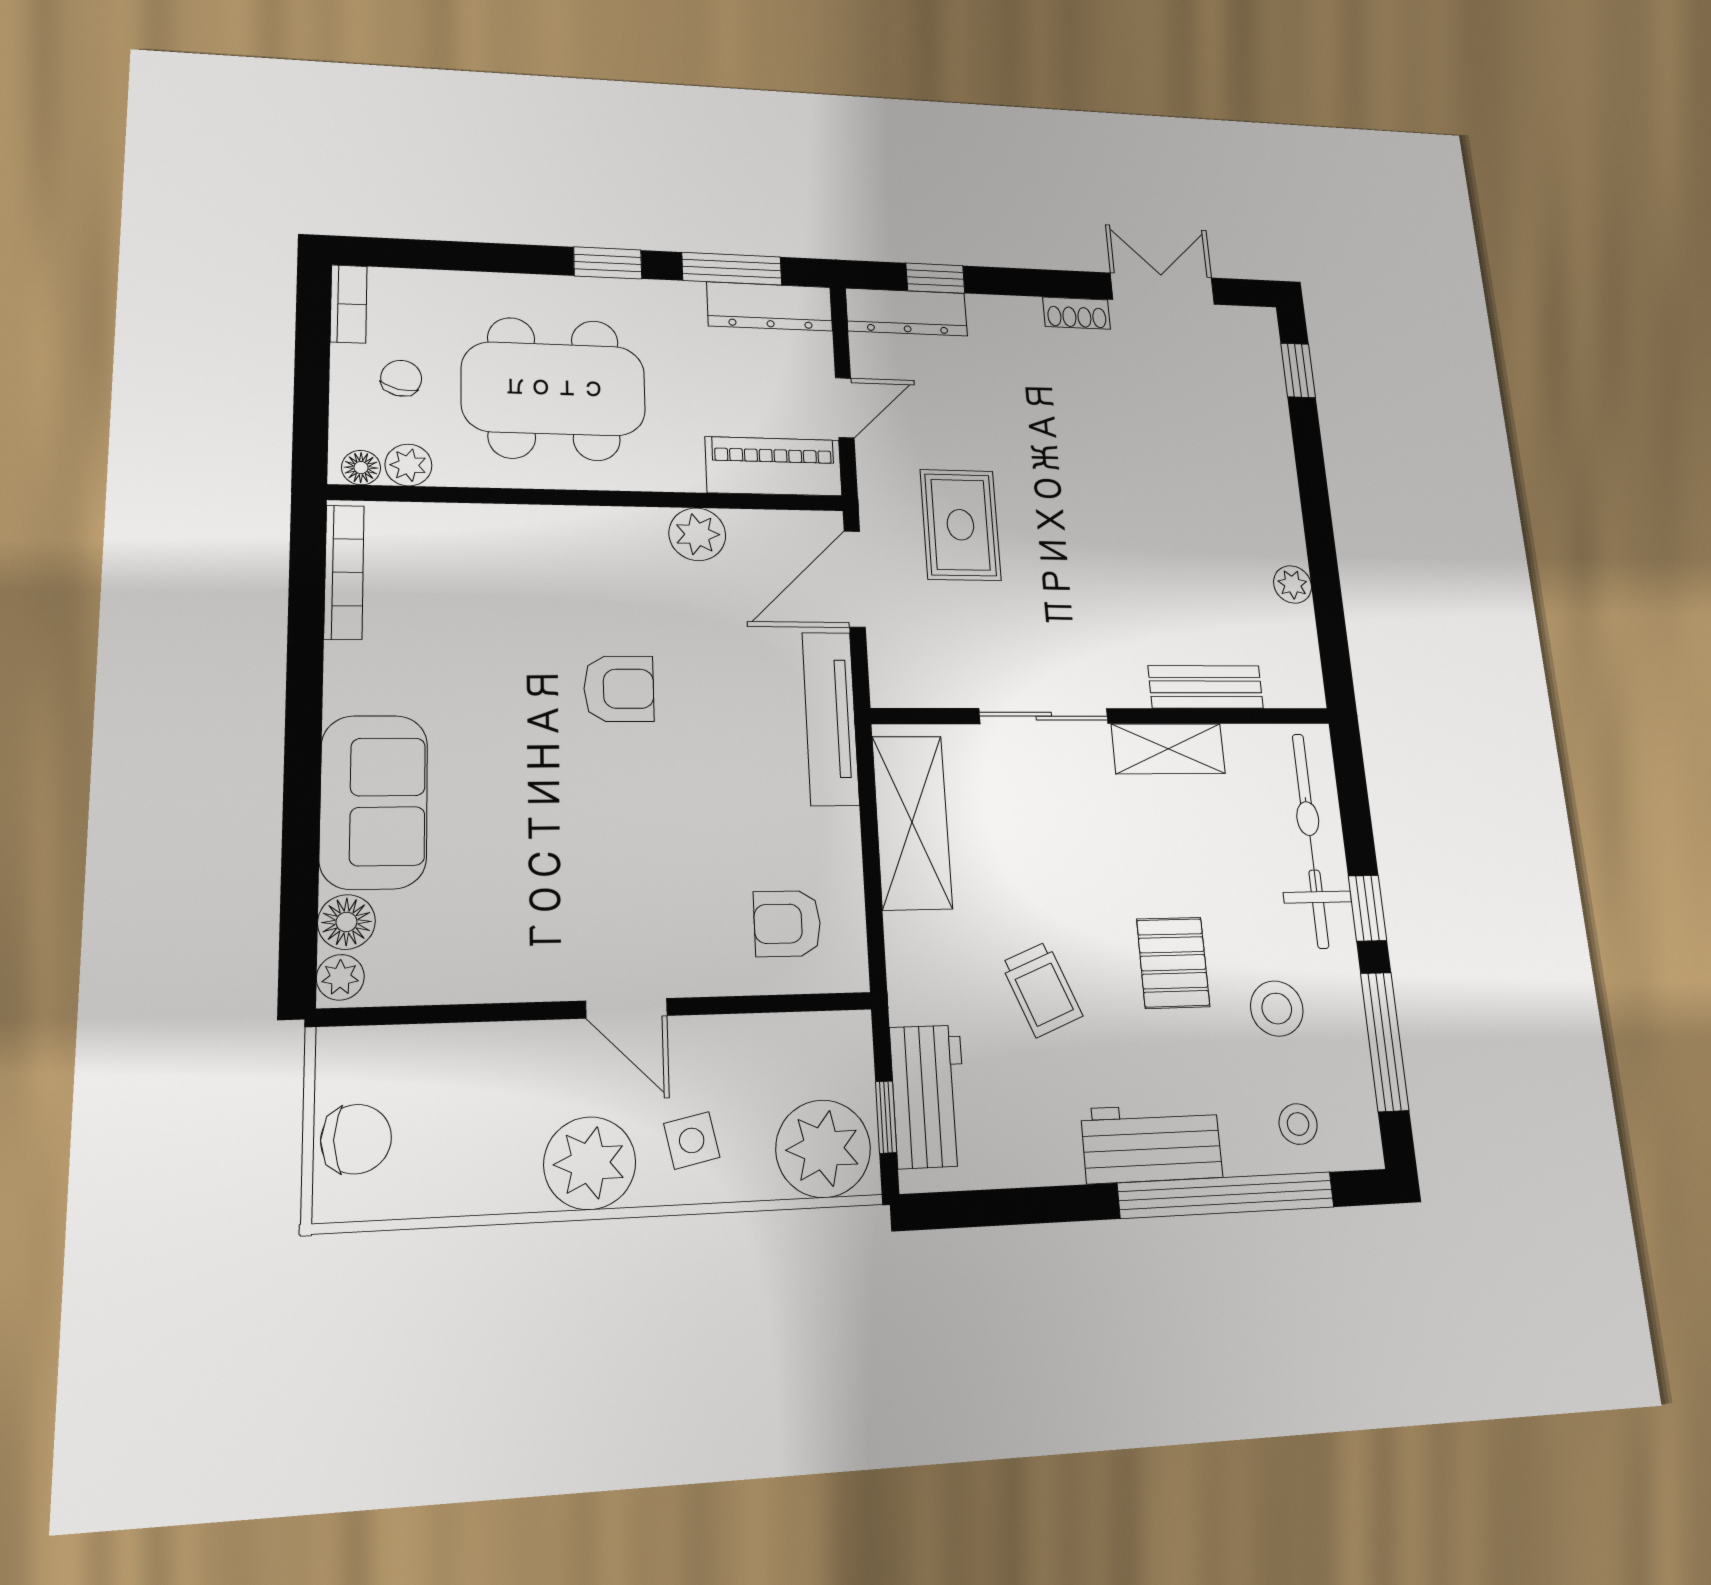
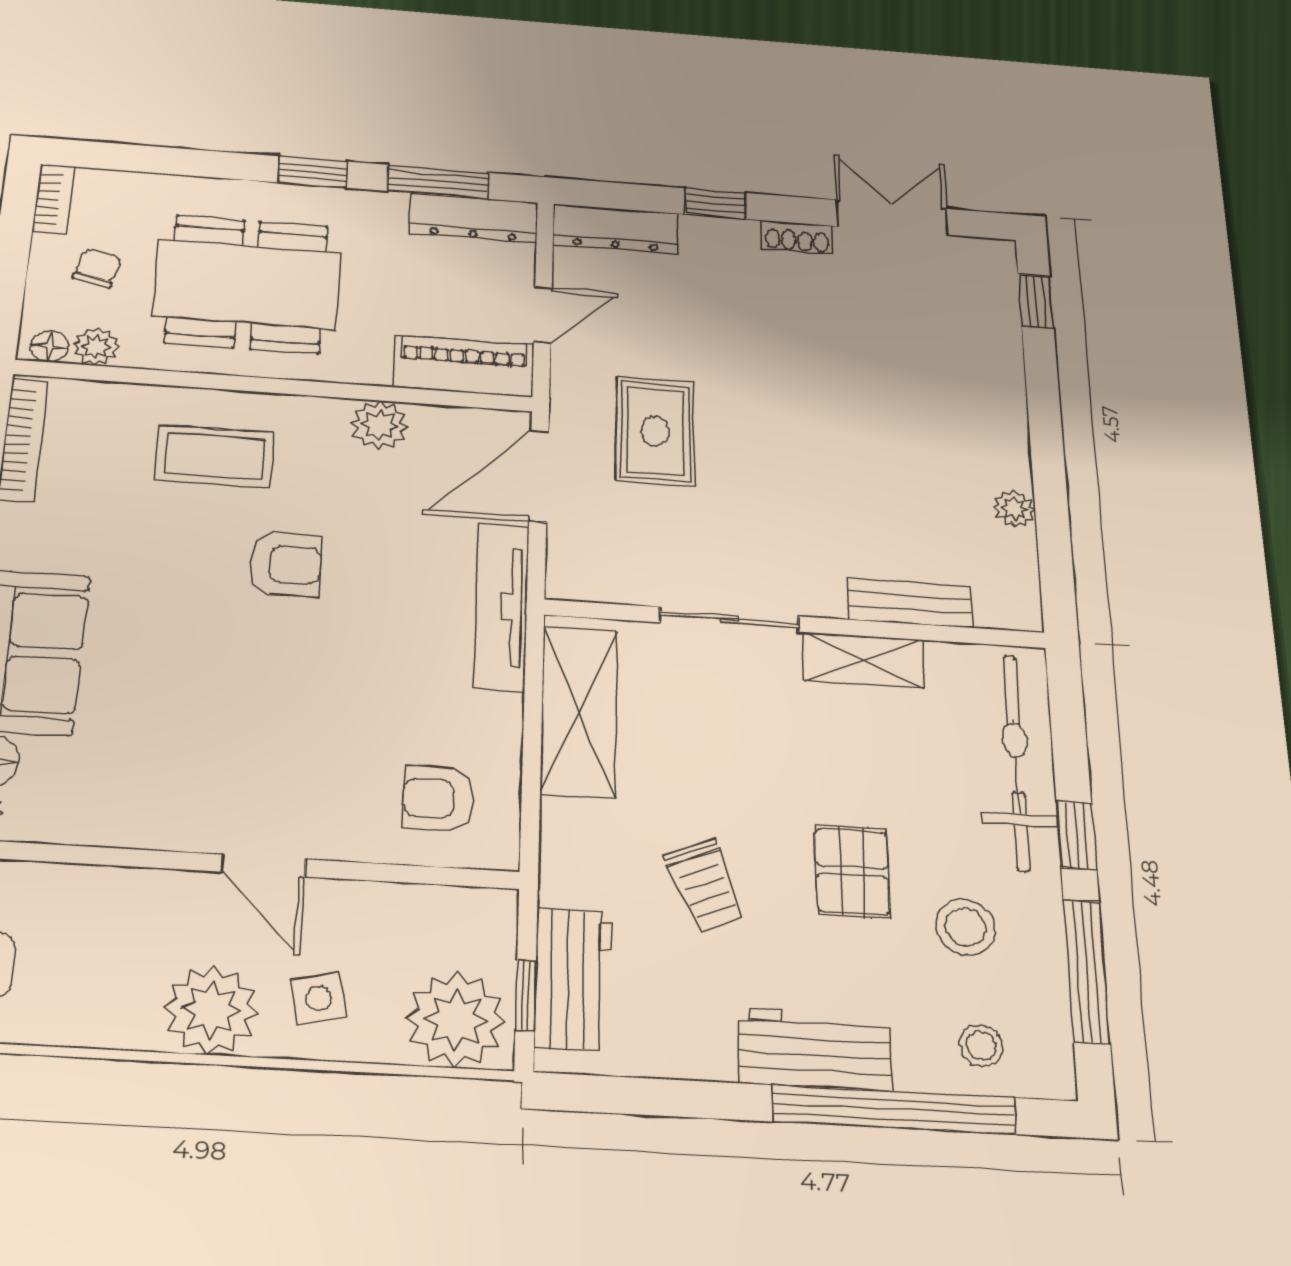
window: (935, 278) -> (715, 204), moved
coffee table: (539, 578) -> (215, 456), added

